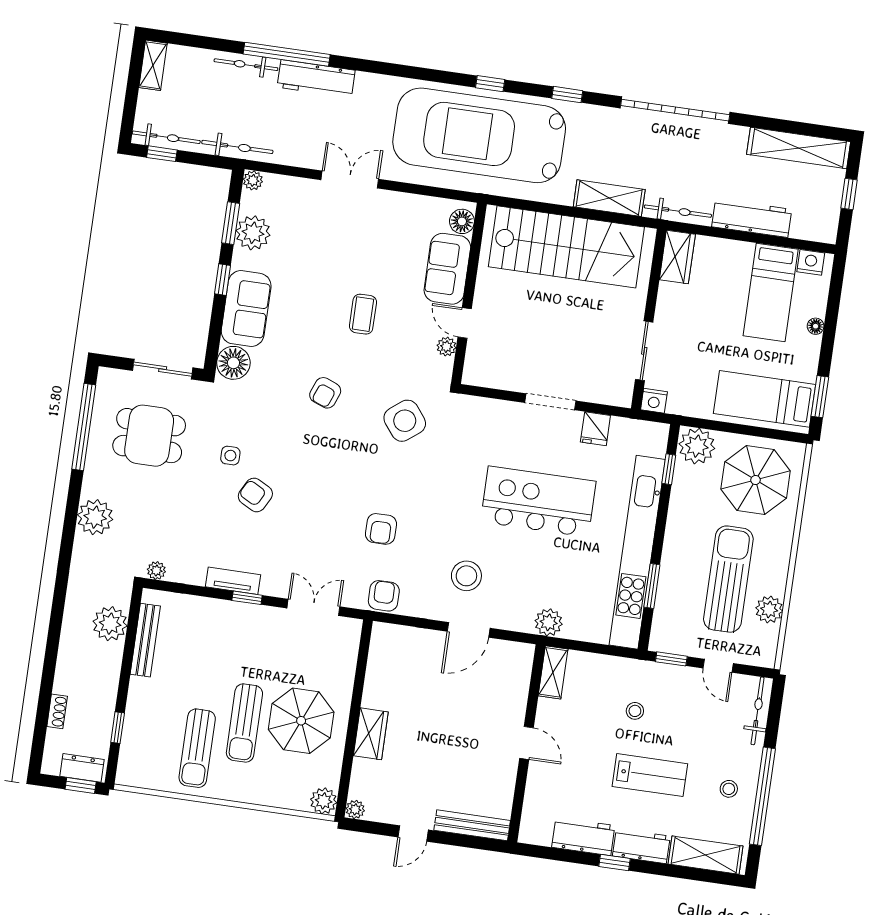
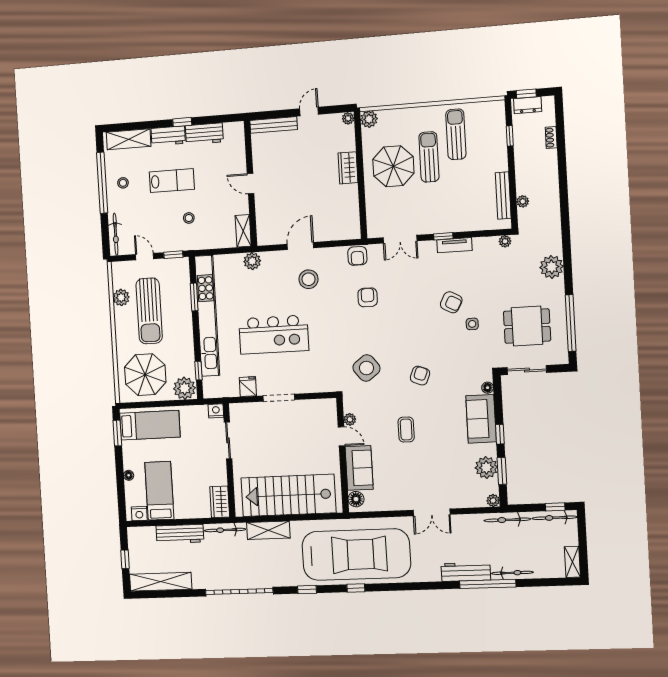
floor lamp: (233, 363) -> (488, 388), width x0.53, depth x0.53
plant: (110, 624) -> (523, 201), width x0.53, depth x0.53
lab bench: (650, 775) -> (172, 181), turned 180

